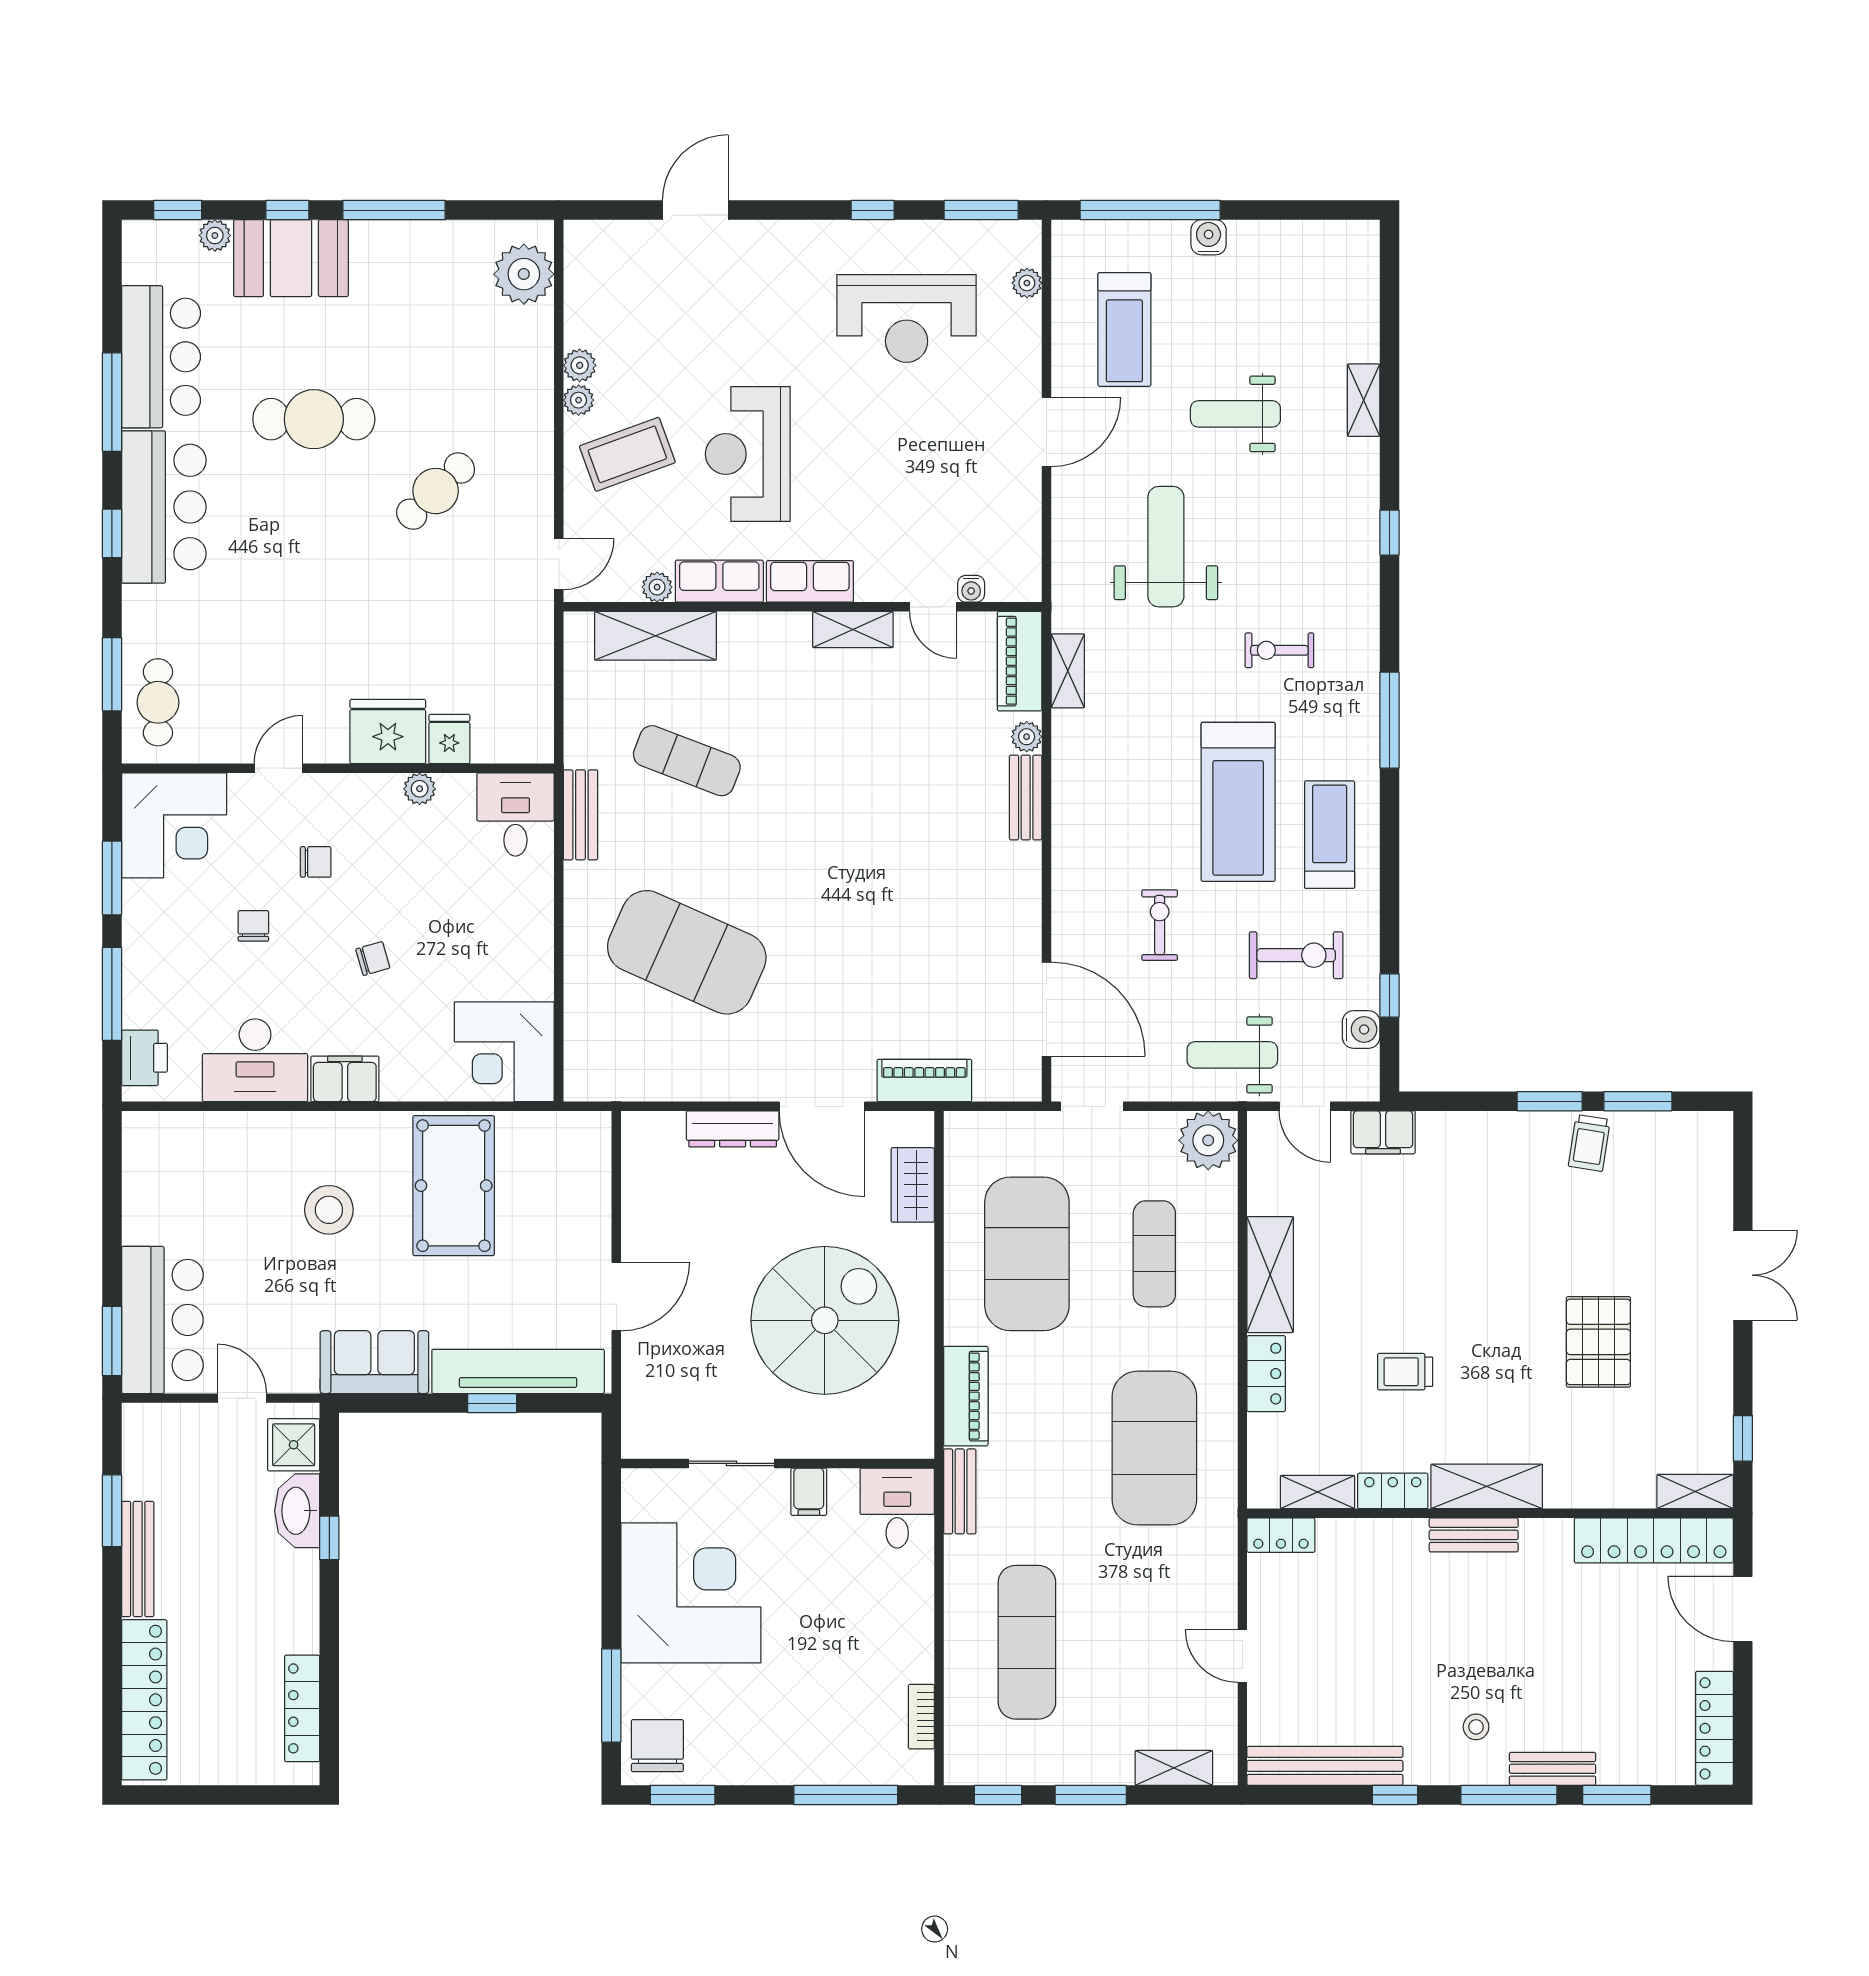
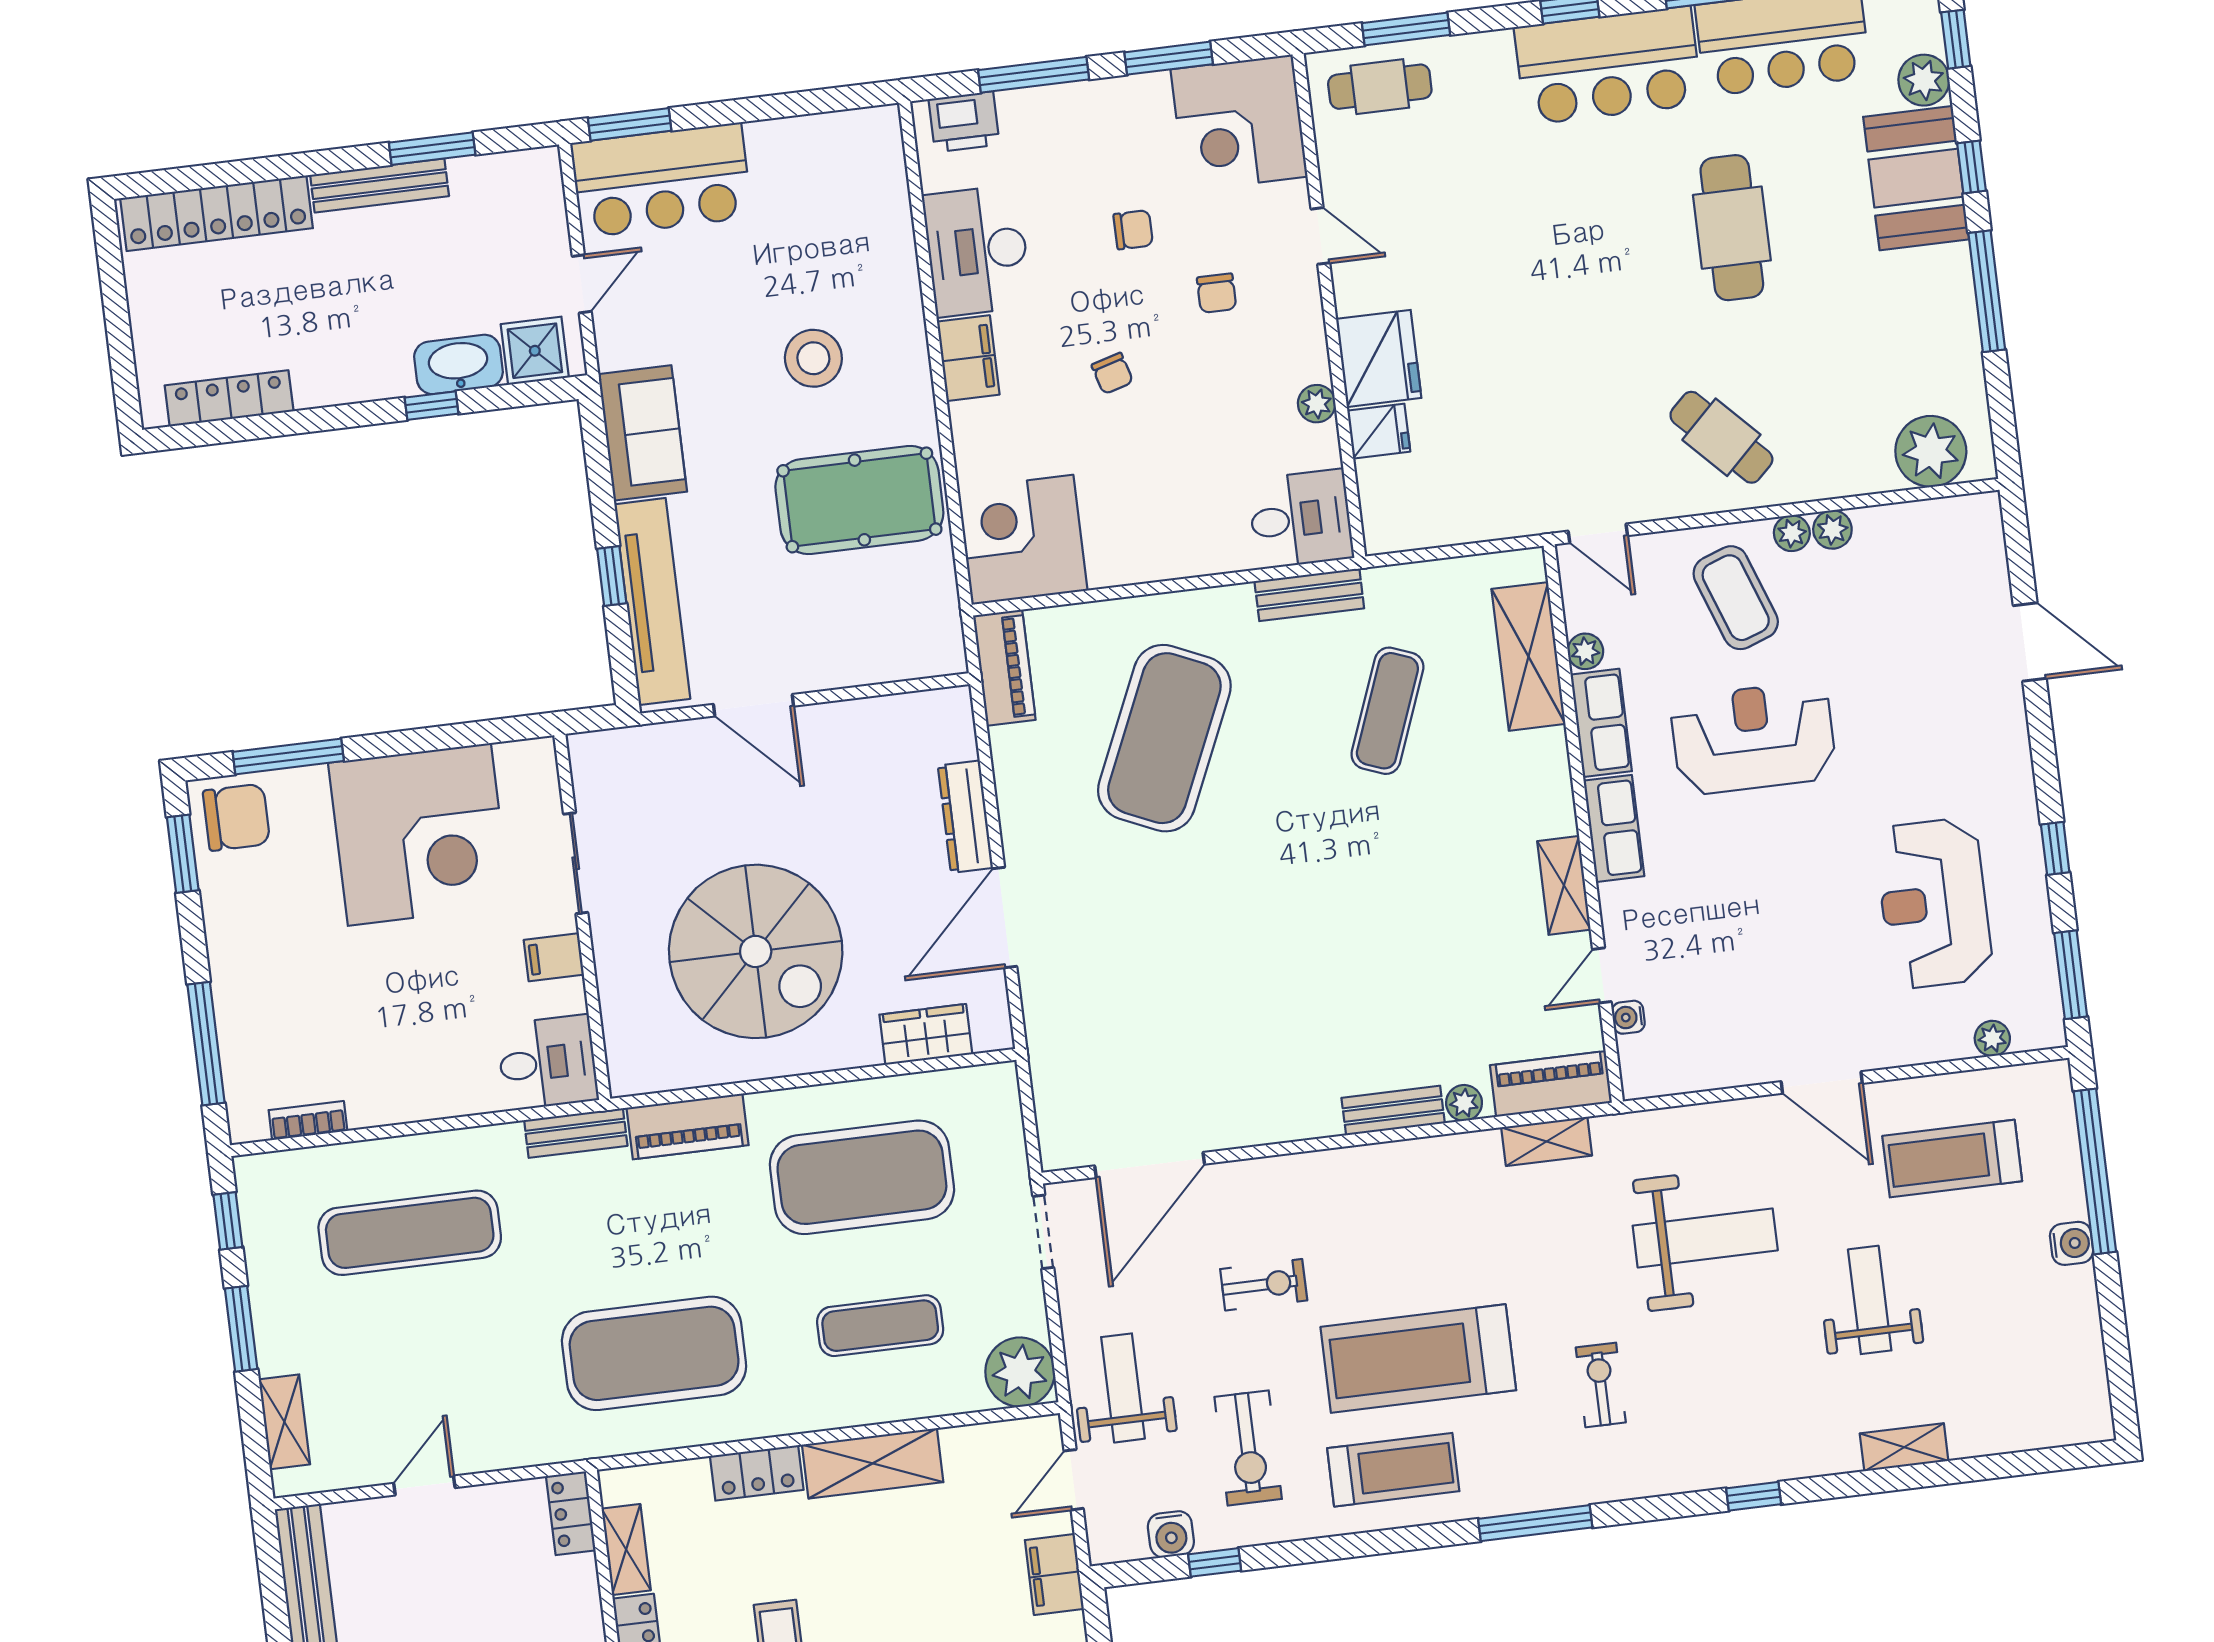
plant: (215, 235) -> (1924, 80), width x1.38, depth x1.38
cafe table: (436, 491) -> (1721, 437), moved
piano: (924, 1080) -> (1004, 668), moved

